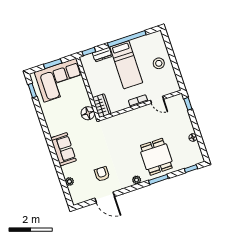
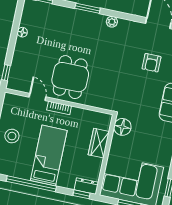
dresser: (102, 55) -> (86, 186), moved
wardrobe: (102, 106) -> (99, 143), moved
dining table: (156, 157) -> (70, 77), moved
armchair: (102, 174) -> (151, 63), moved

